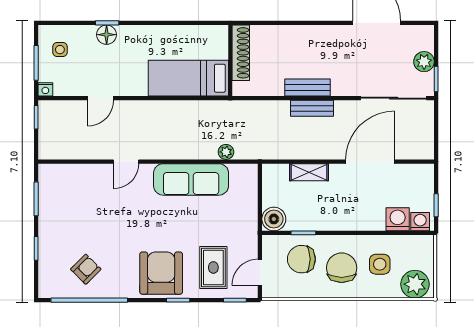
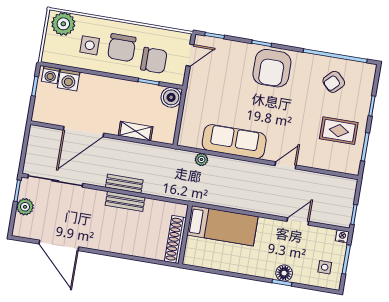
rug: (213, 267) -> (339, 131), moved, turned 90

